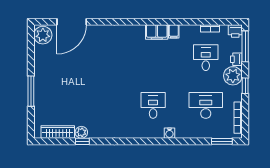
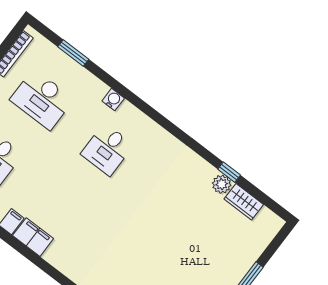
wardrobe: (58, 132) -> (244, 202), width x0.67
window: (222, 141) -> (73, 53), moved

